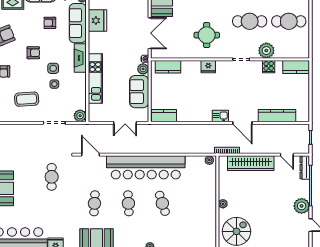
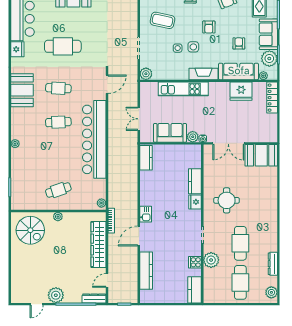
kitchen counter: (168, 67) -> (195, 181), moved
coffee table: (27, 99) -> (162, 20), turned -74
cafe table: (52, 177) -> (63, 46), moved, width x1.37, depth x1.35
cafe table: (162, 203) -> (58, 190), moved

